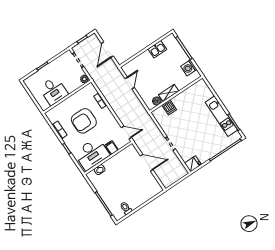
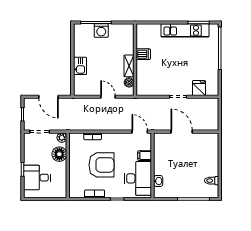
kitchen sink: (157, 49) -> (80, 66), moved
washing machine: (189, 68) -> (101, 31), moved
door: (130, 83) -> (108, 97), moved
floor lamp: (71, 85) -> (59, 154), added
desk: (53, 91) -> (37, 178), moved, turned 180
dishwasher: (169, 107) -> (143, 54), moved
armchair: (84, 121) -> (101, 165), turned -90
door: (126, 132) -> (140, 132), hinge flipped
door: (147, 163) -> (182, 132), hinge flipped
fridge: (193, 164) -> (199, 88), moved

